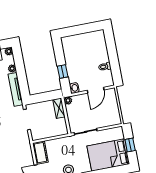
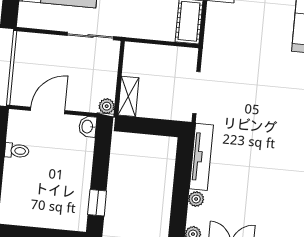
window: (63, 71) -> (97, 203), moved

